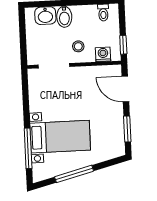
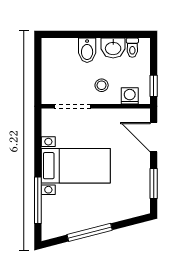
washbasin: (45, 16) -> (113, 48), moved
bed with nightstands: (60, 137) -> (76, 166), moved

